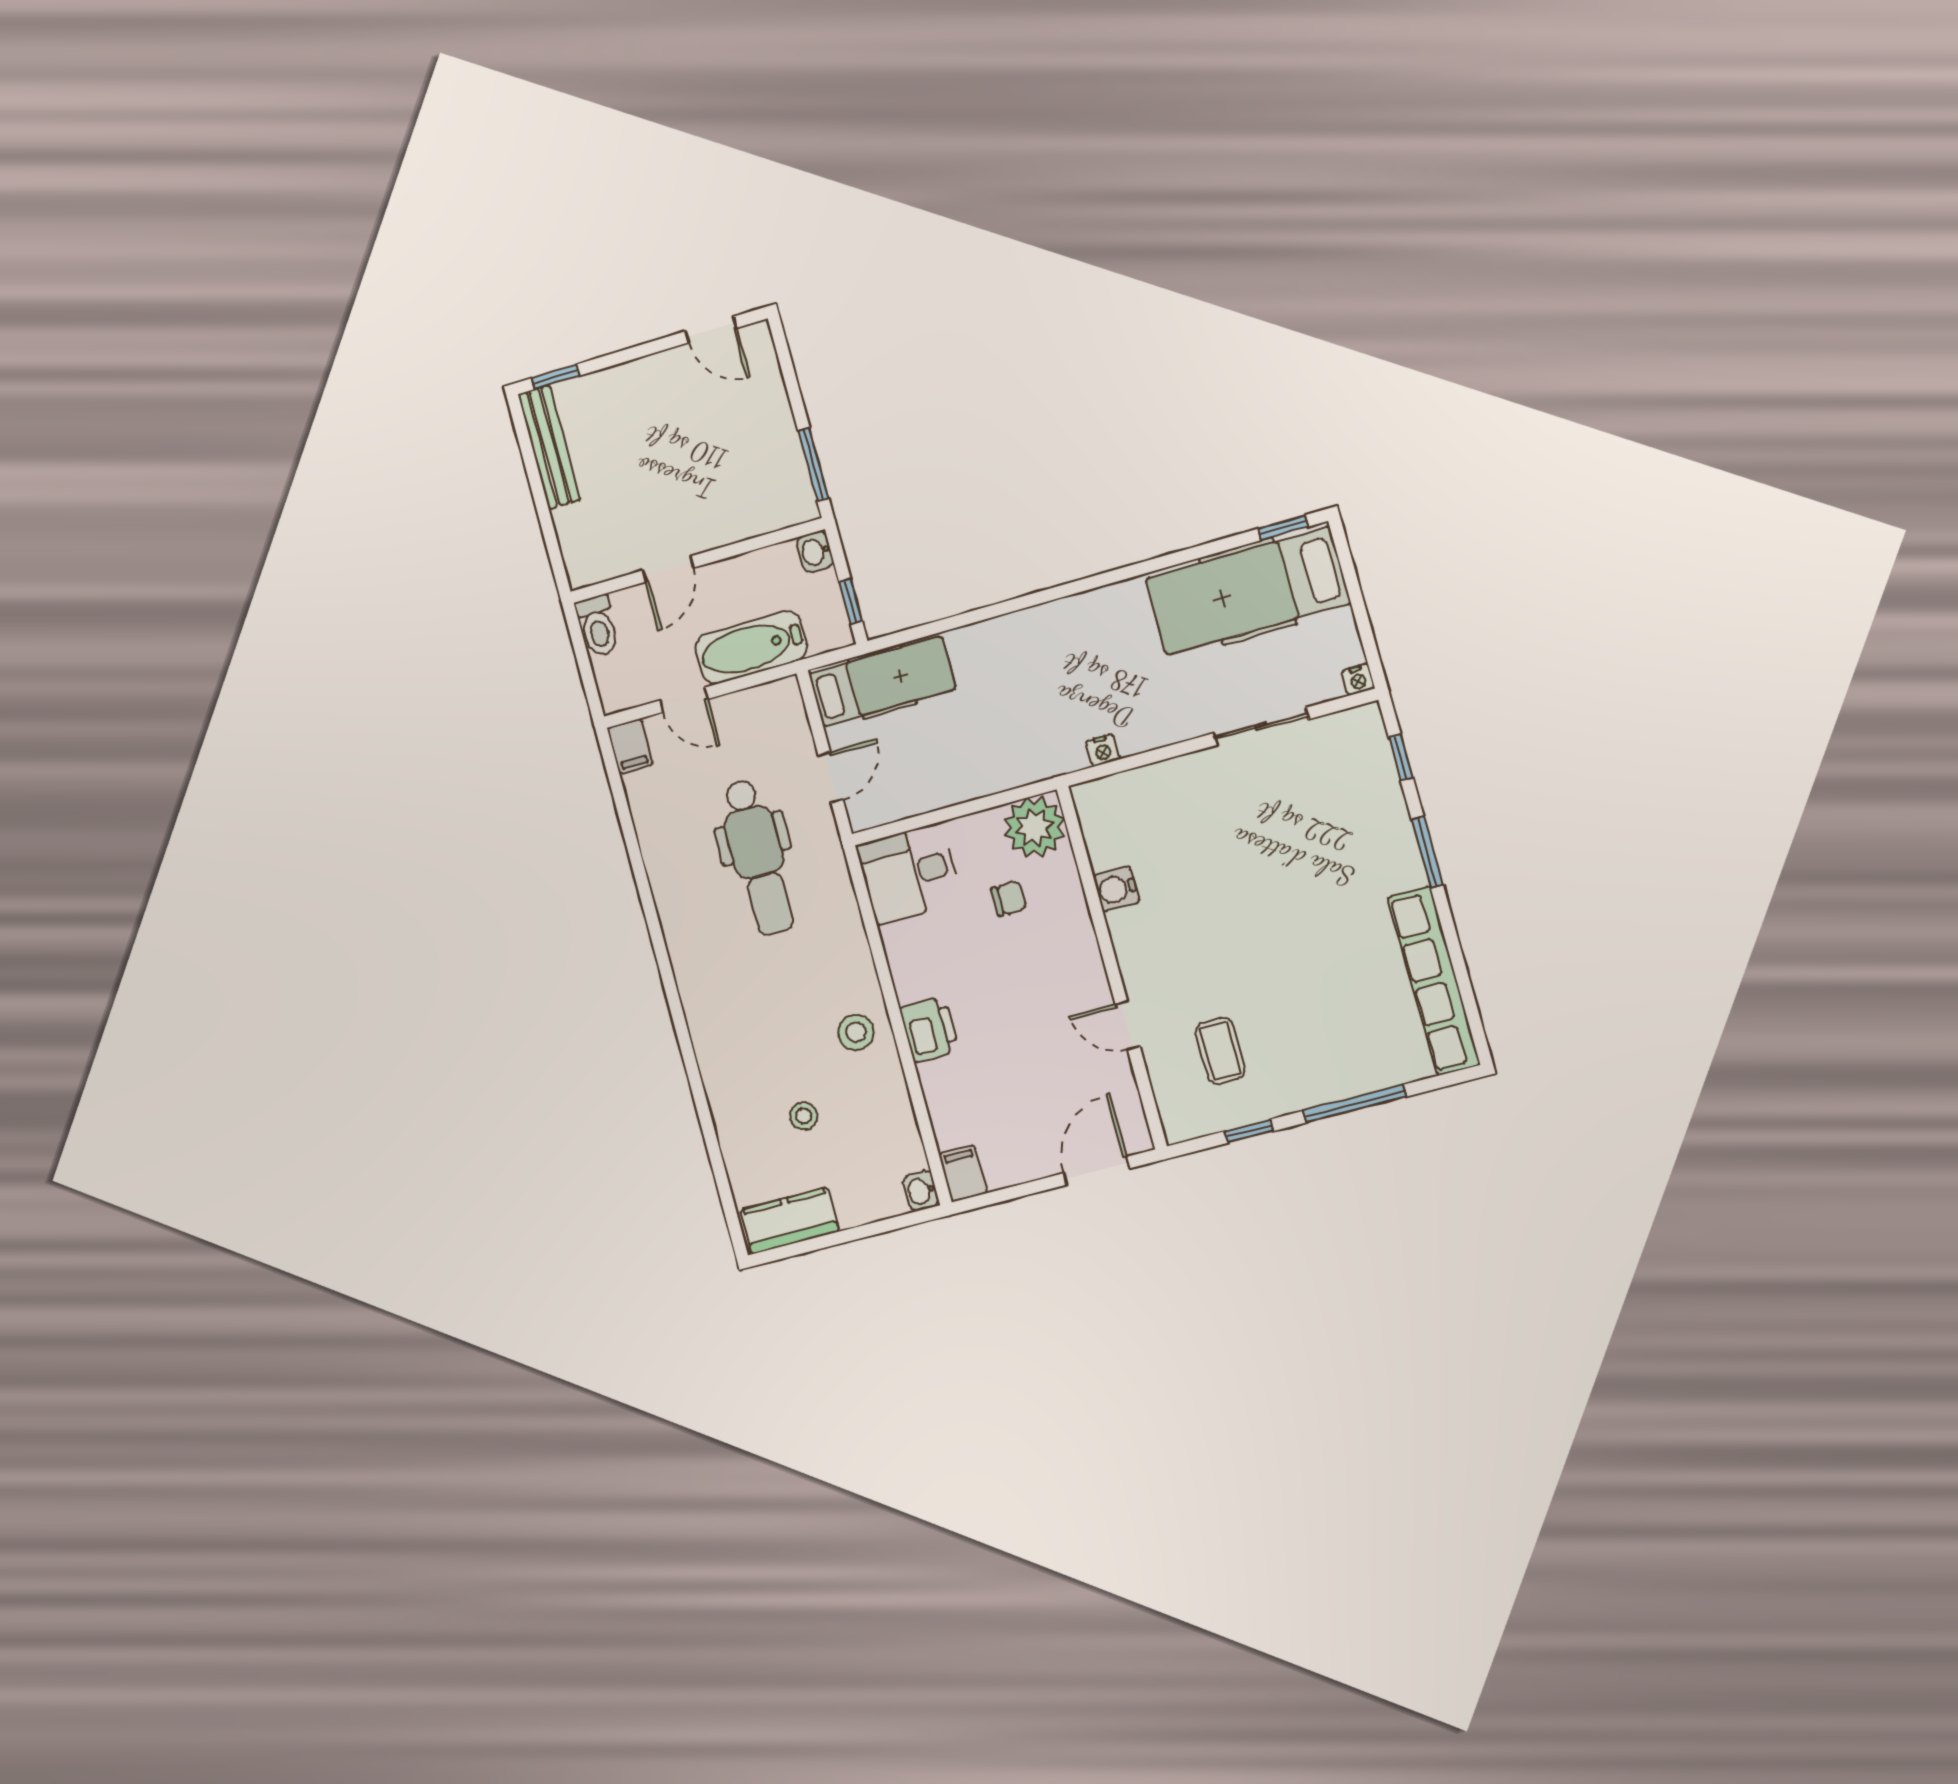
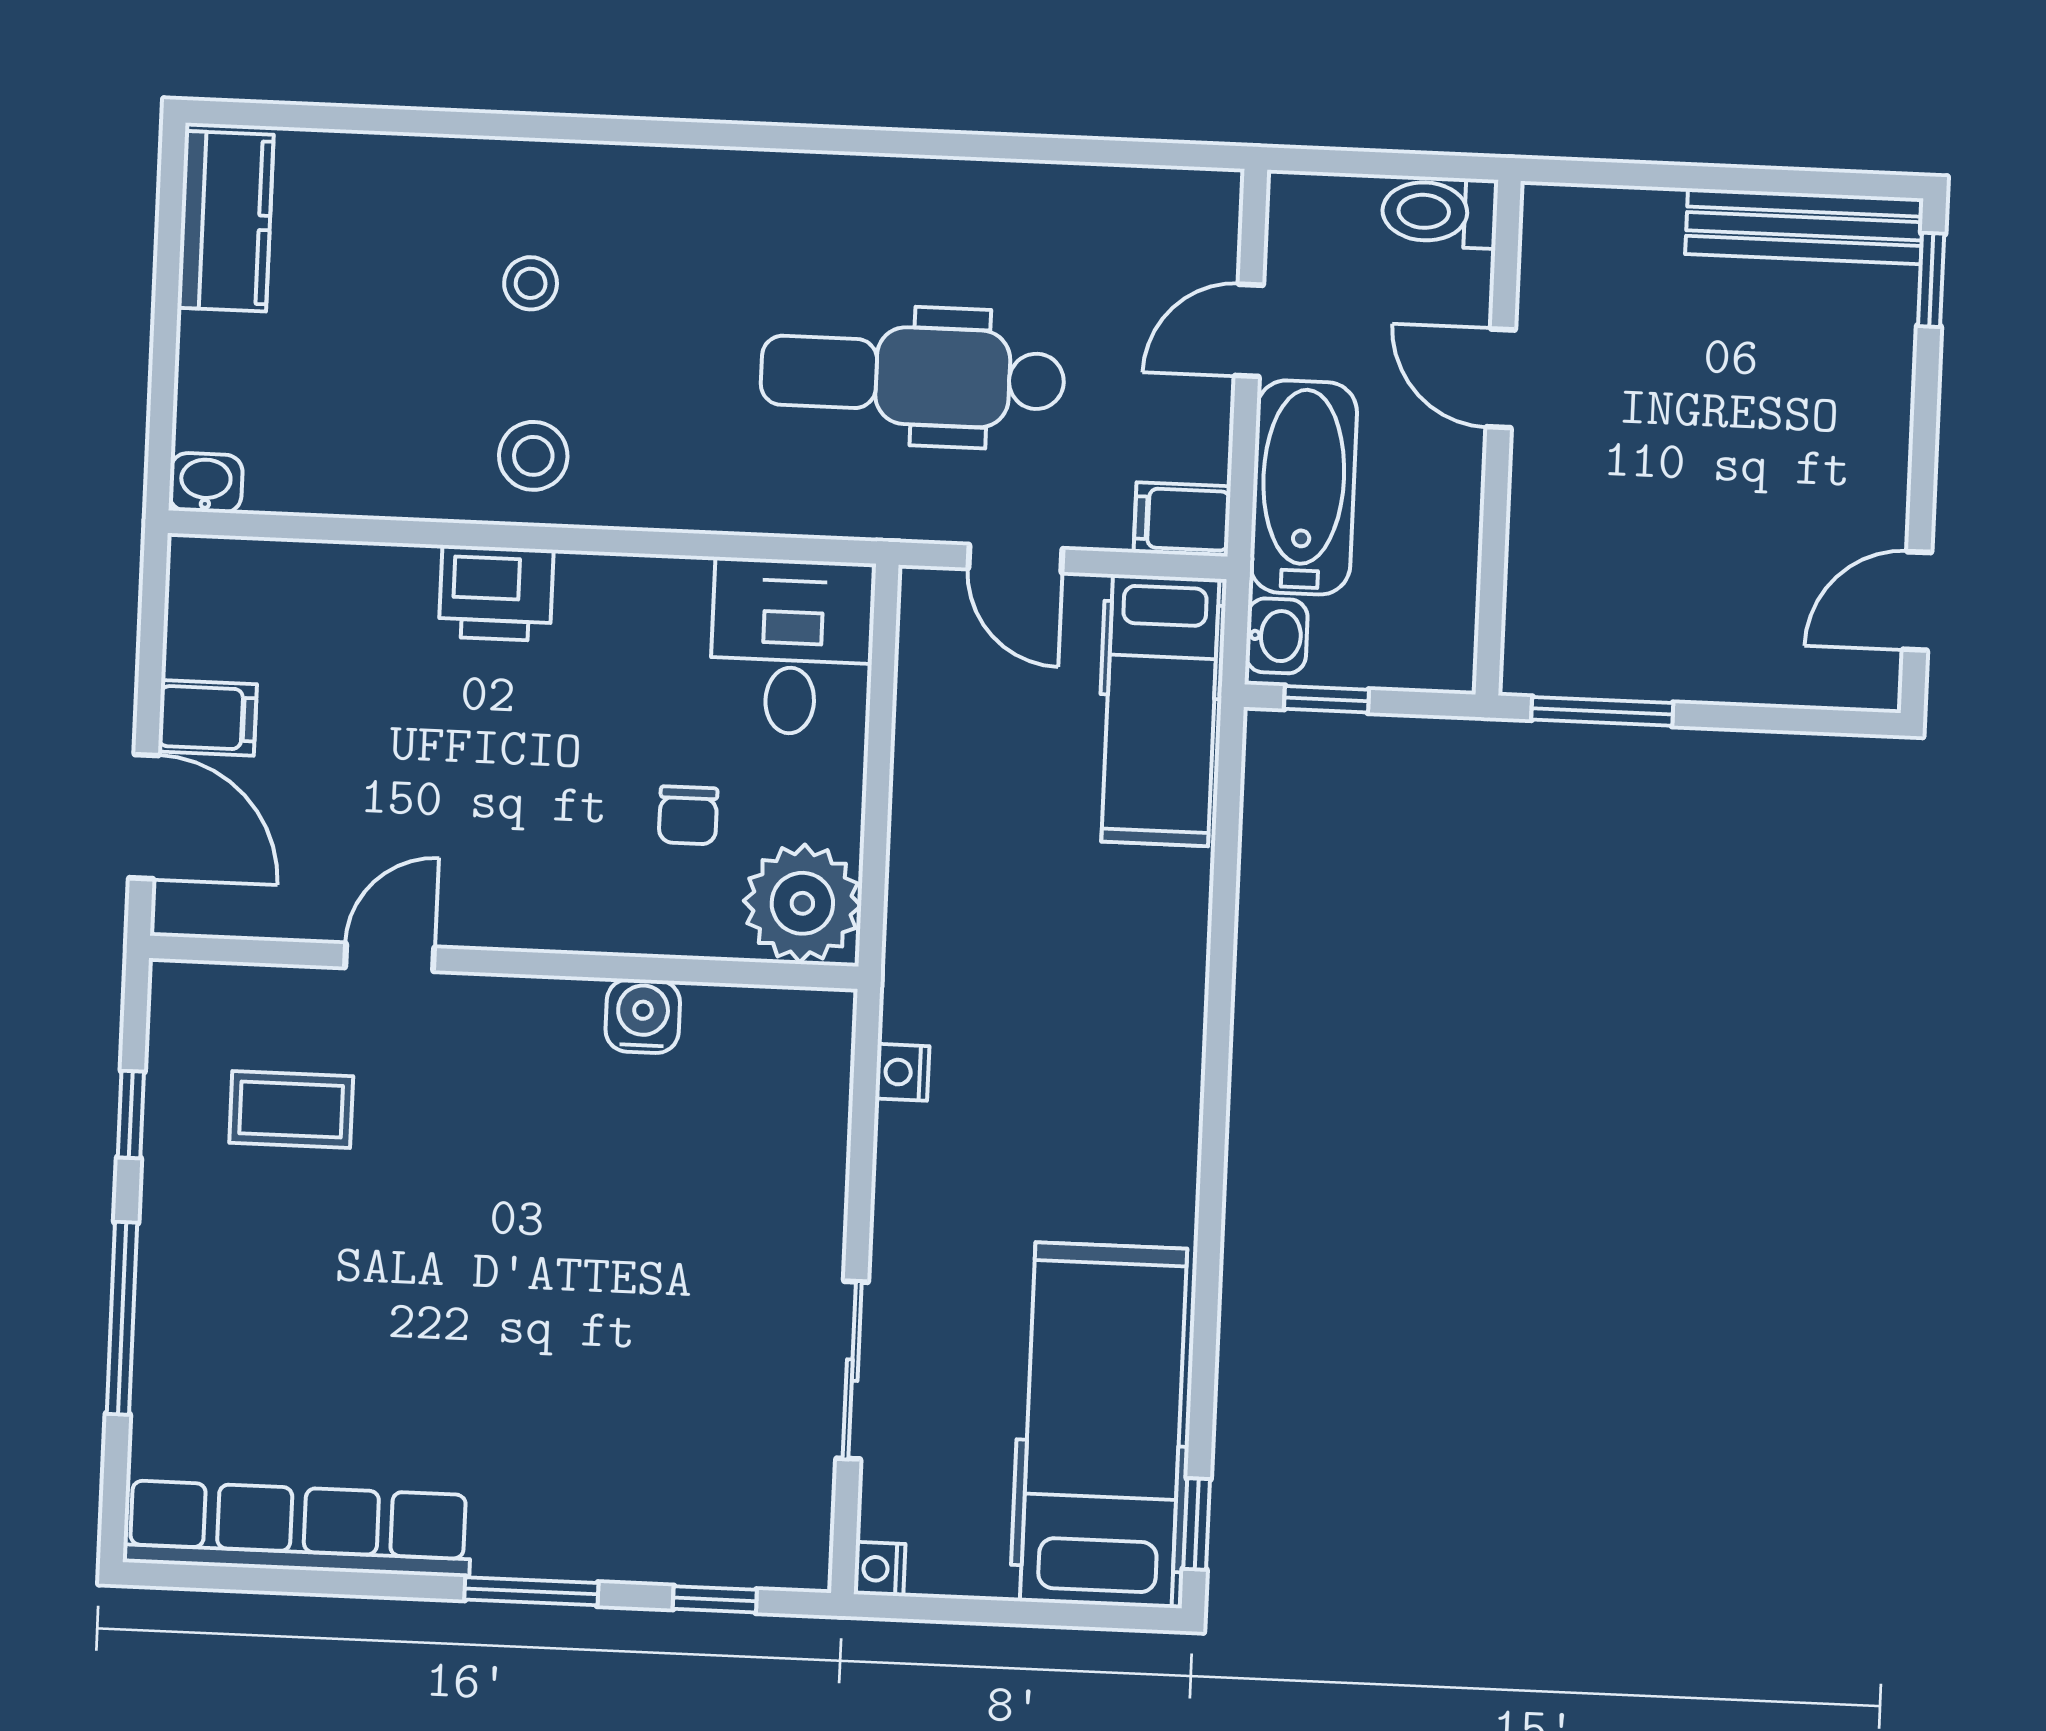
washbasin: (815, 552) -> (1277, 636), moved, turned 90
filing cabinet: (630, 746) -> (1182, 519), moved
stool: (804, 1116) -> (531, 283), moved
filing cabinet: (963, 1173) -> (207, 718), moved

